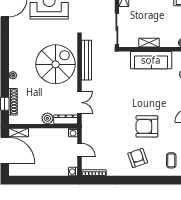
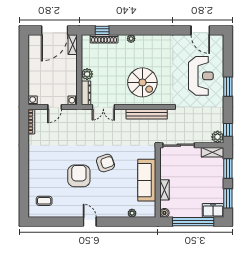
shelving: (149, 43) -> (165, 190), moved
spiral stairs: (56, 64) -> (142, 82), width x0.73, depth x0.73
armchair: (138, 158) -> (105, 163), moved

